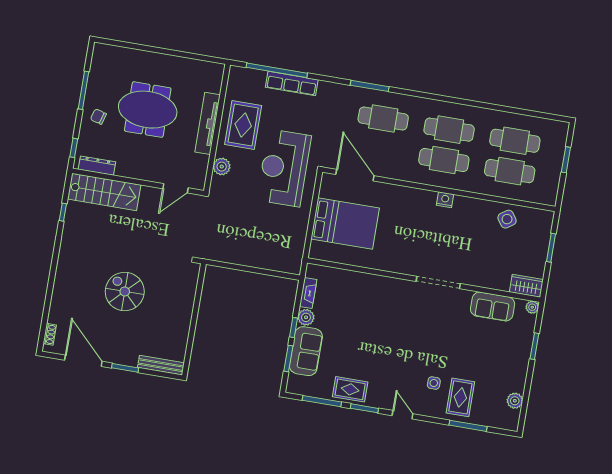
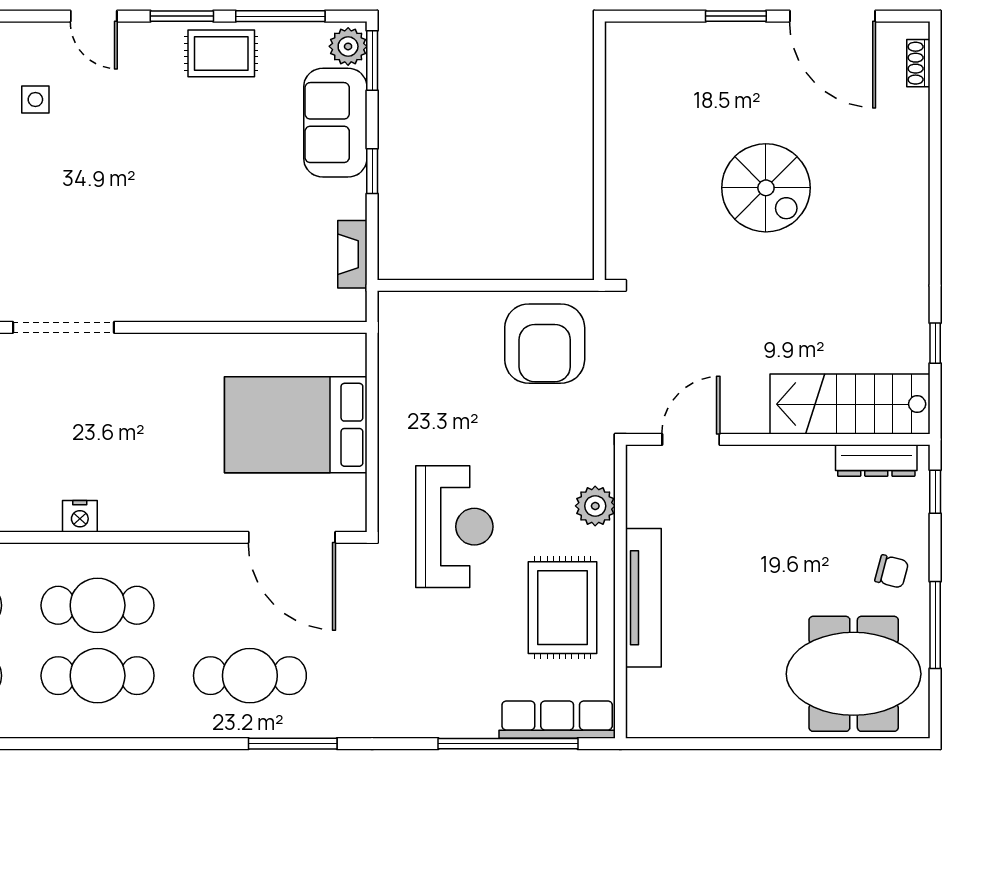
row of seats: (292, 83) -> (557, 720), moved
meeting table: (148, 110) -> (854, 674), moved
reception desk: (284, 168) -> (454, 527), width x0.74, depth x0.77
armchair: (232, 240) -> (545, 344), added
plant: (306, 317) -> (348, 46), moved
window: (288, 359) -> (372, 61), moved
bench: (161, 365) -> (656, 36), removed

